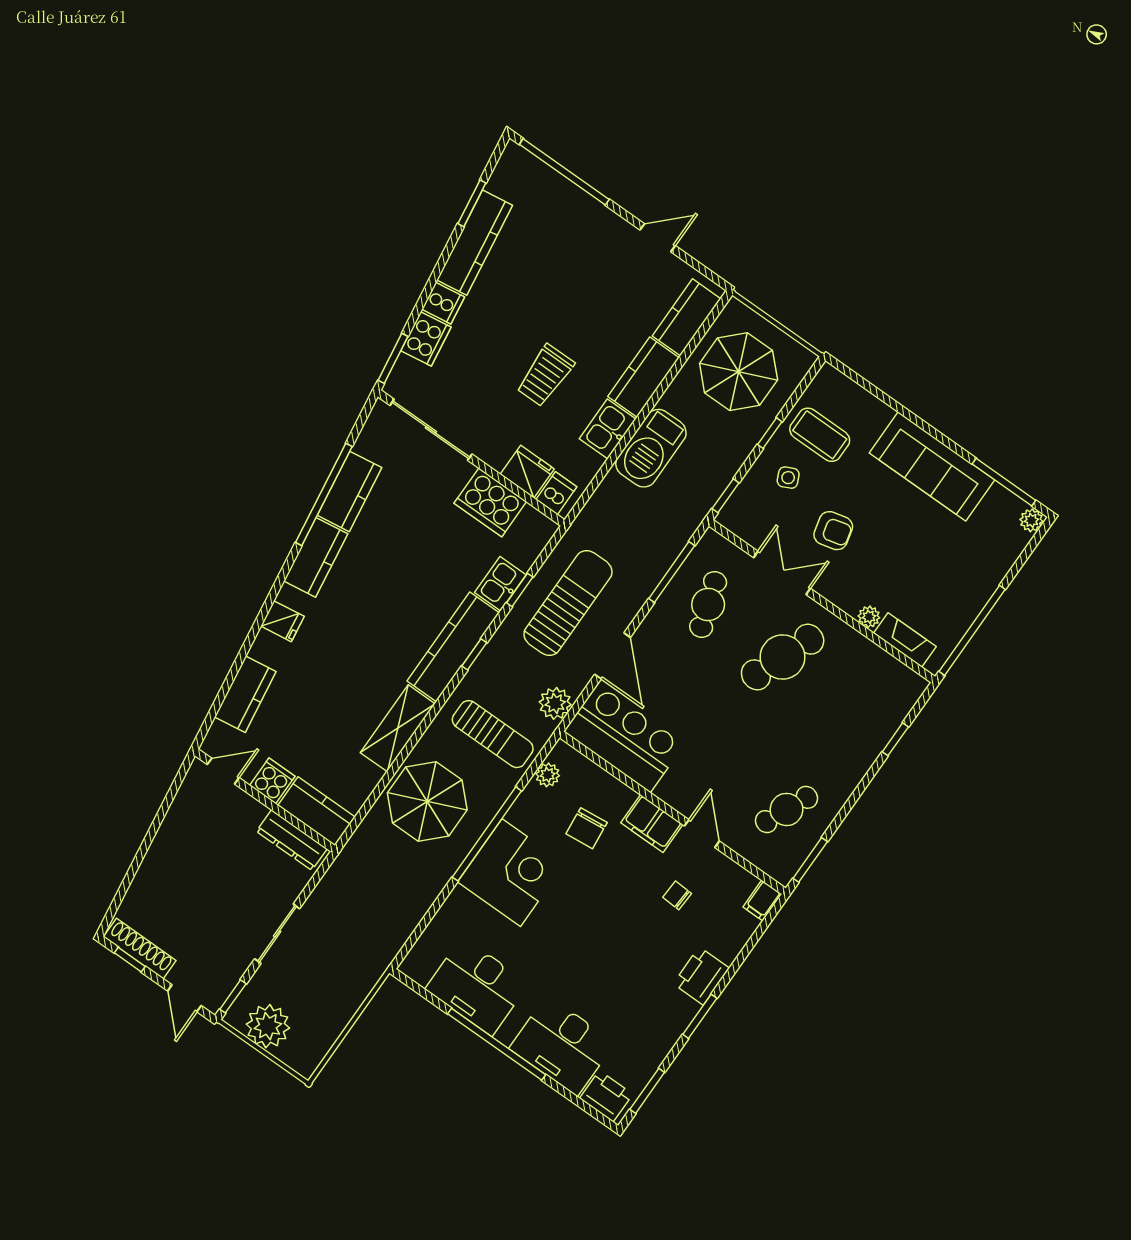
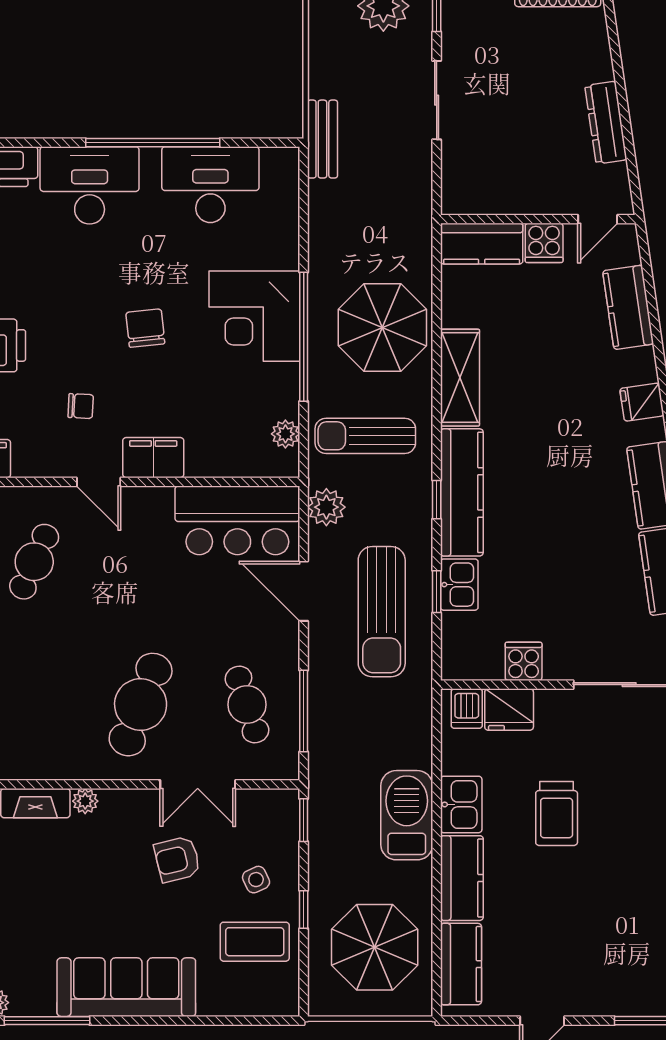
trolley: (545, 375) -> (557, 813), turned 180
cooker: (490, 502) -> (524, 661), width x0.53, depth x0.76
chair: (587, 828) -> (145, 328), moved
dresser: (292, 840) -> (606, 123), moved, turned -98
bench: (376, 963) -> (322, 139), added

